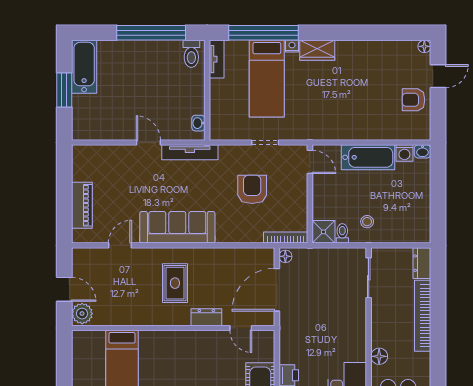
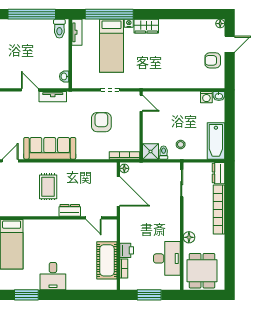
tv unit: (190, 152) -> (53, 97), width x0.71
bathtub: (368, 157) -> (216, 141), moved, turned 90
door: (277, 290) -> (118, 191), swing flipped

